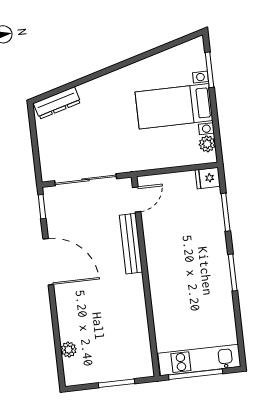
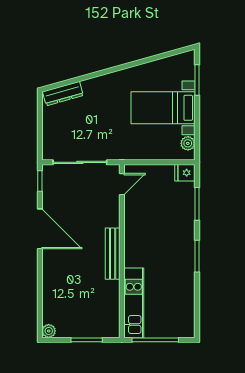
bench: (131, 244) -> (113, 254), moved
plant: (69, 349) -> (49, 331), moved
kitchen unit: (199, 360) -> (134, 303), moved, turned 90

